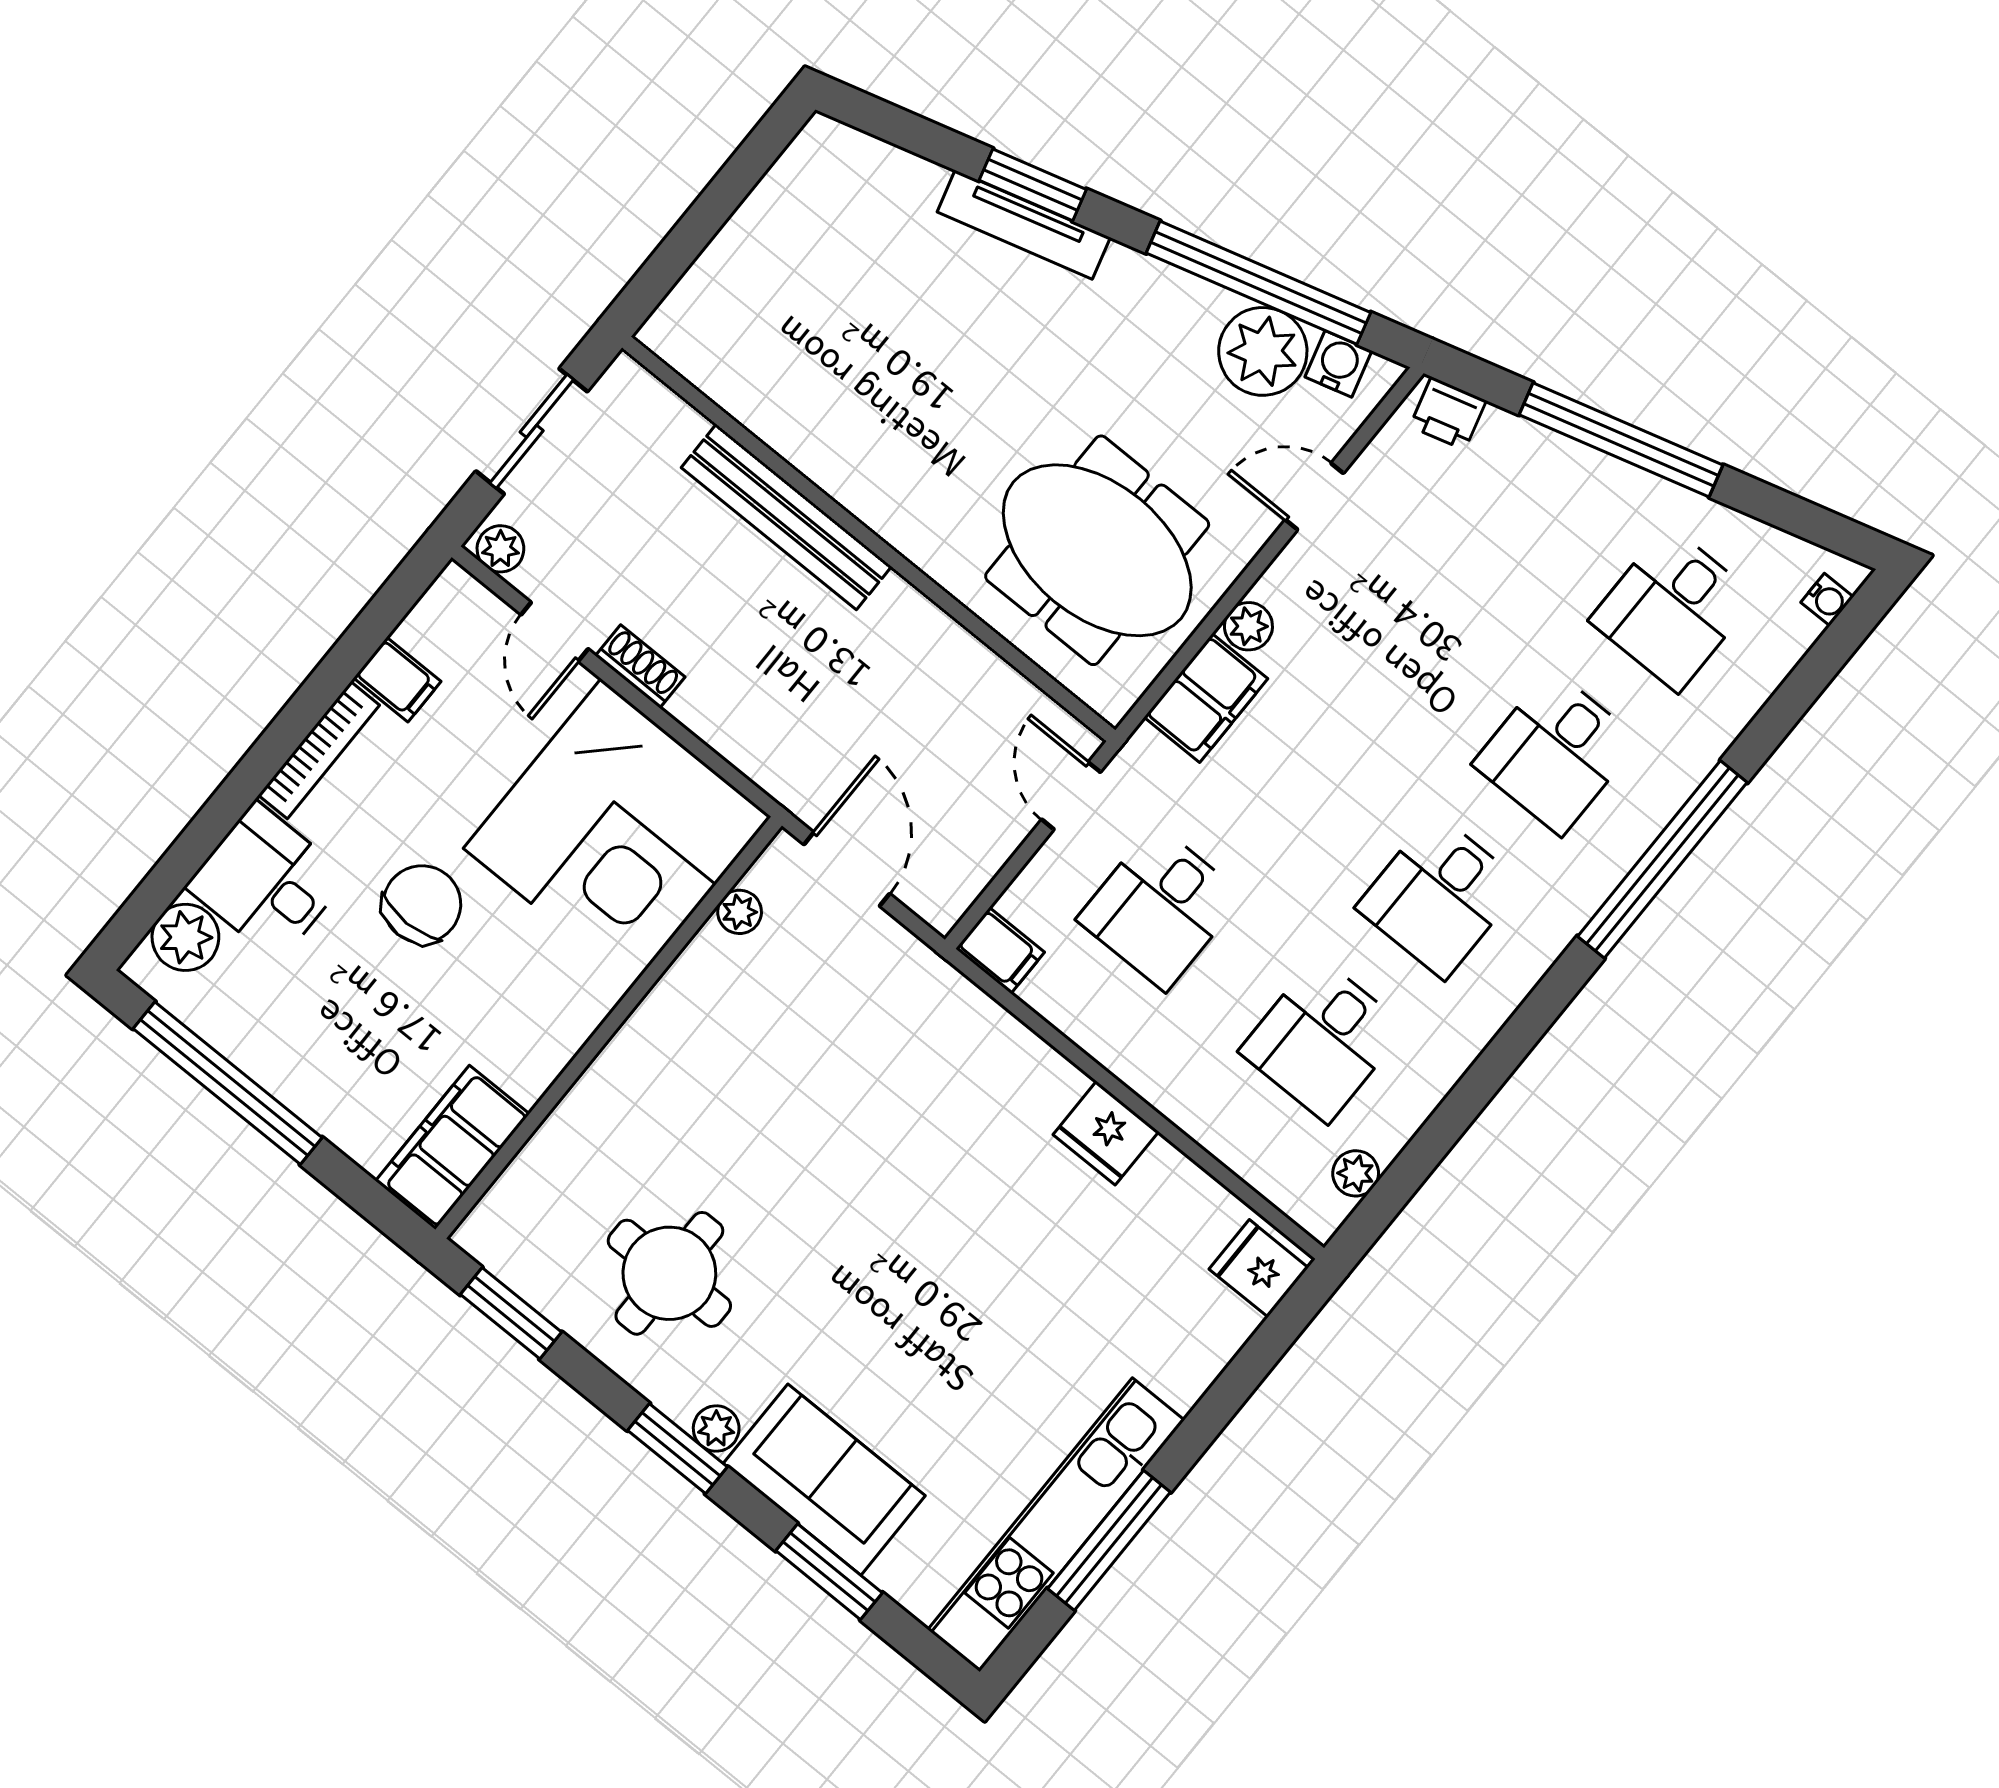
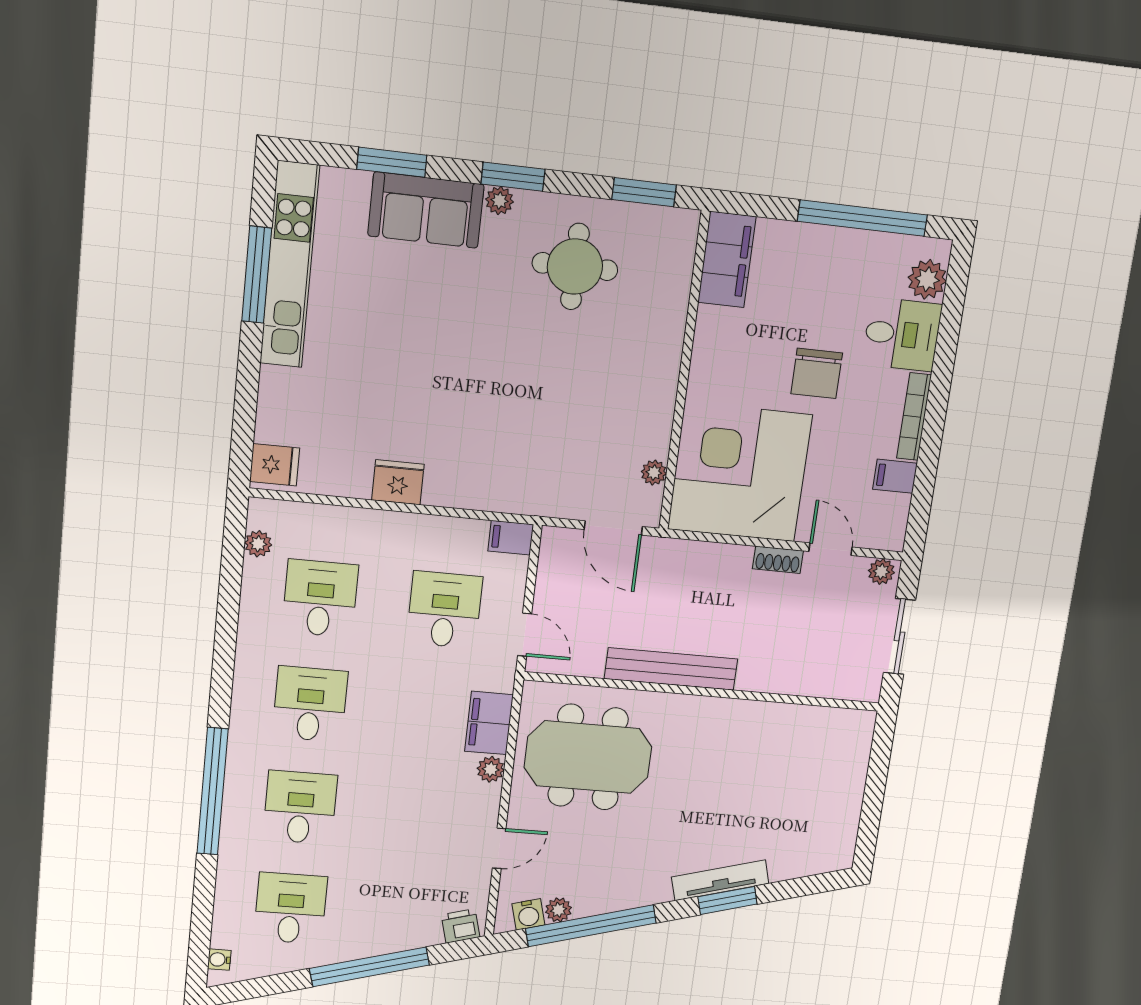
plant: (1263, 351) -> (559, 910), width x0.53, depth x0.53
bench: (786, 517) -> (671, 669), moved

